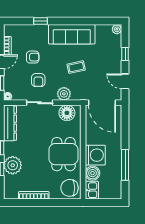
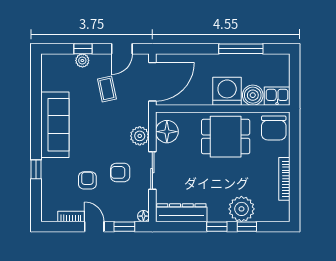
plant: (117, 29) -> (82, 60), moved
coffee table: (76, 67) -> (107, 89), moved
armchair: (38, 80) -> (120, 172), turned 180

